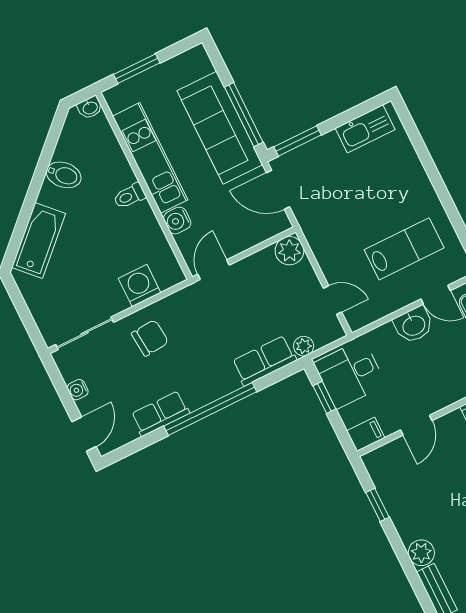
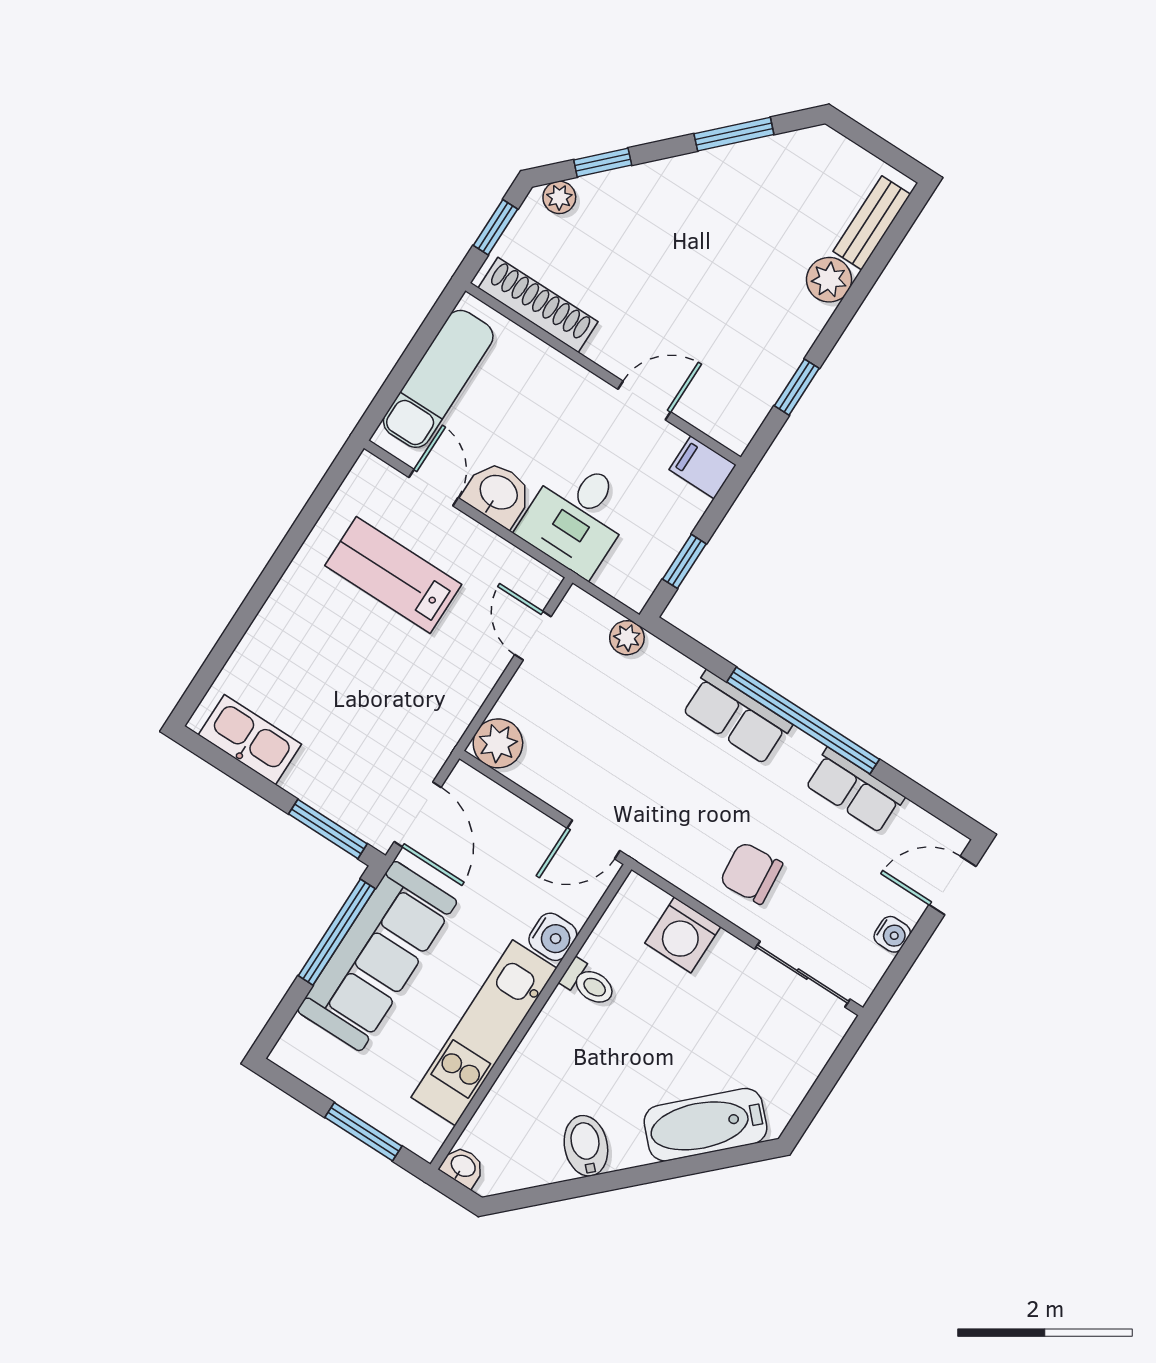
toilet: (130, 196) -> (589, 983), moved
row of seats: (264, 361) -> (737, 717), moved
desk: (350, 374) -> (577, 517), moved, turned 90

